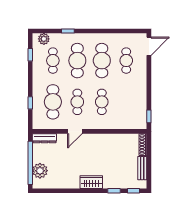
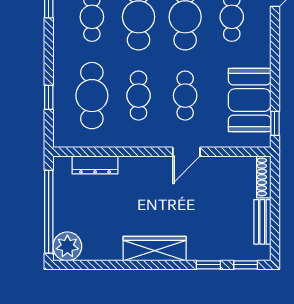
booth: (136, 104) -> (250, 100), added
door: (75, 131) -> (186, 152), moved
dresser: (44, 138) -> (95, 165), moved
plant: (40, 171) -> (67, 246), moved
wardrobe: (91, 182) -> (155, 249), width x1.50

